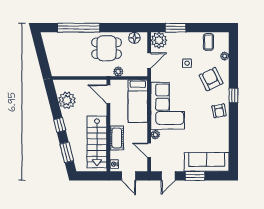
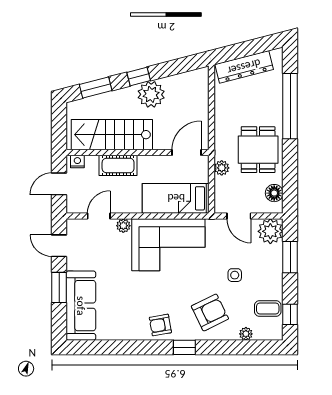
window: (212, 28) -> (290, 314), added
dresser: (53, 57) -> (244, 67), added
plant: (67, 100) -> (151, 94), moved

